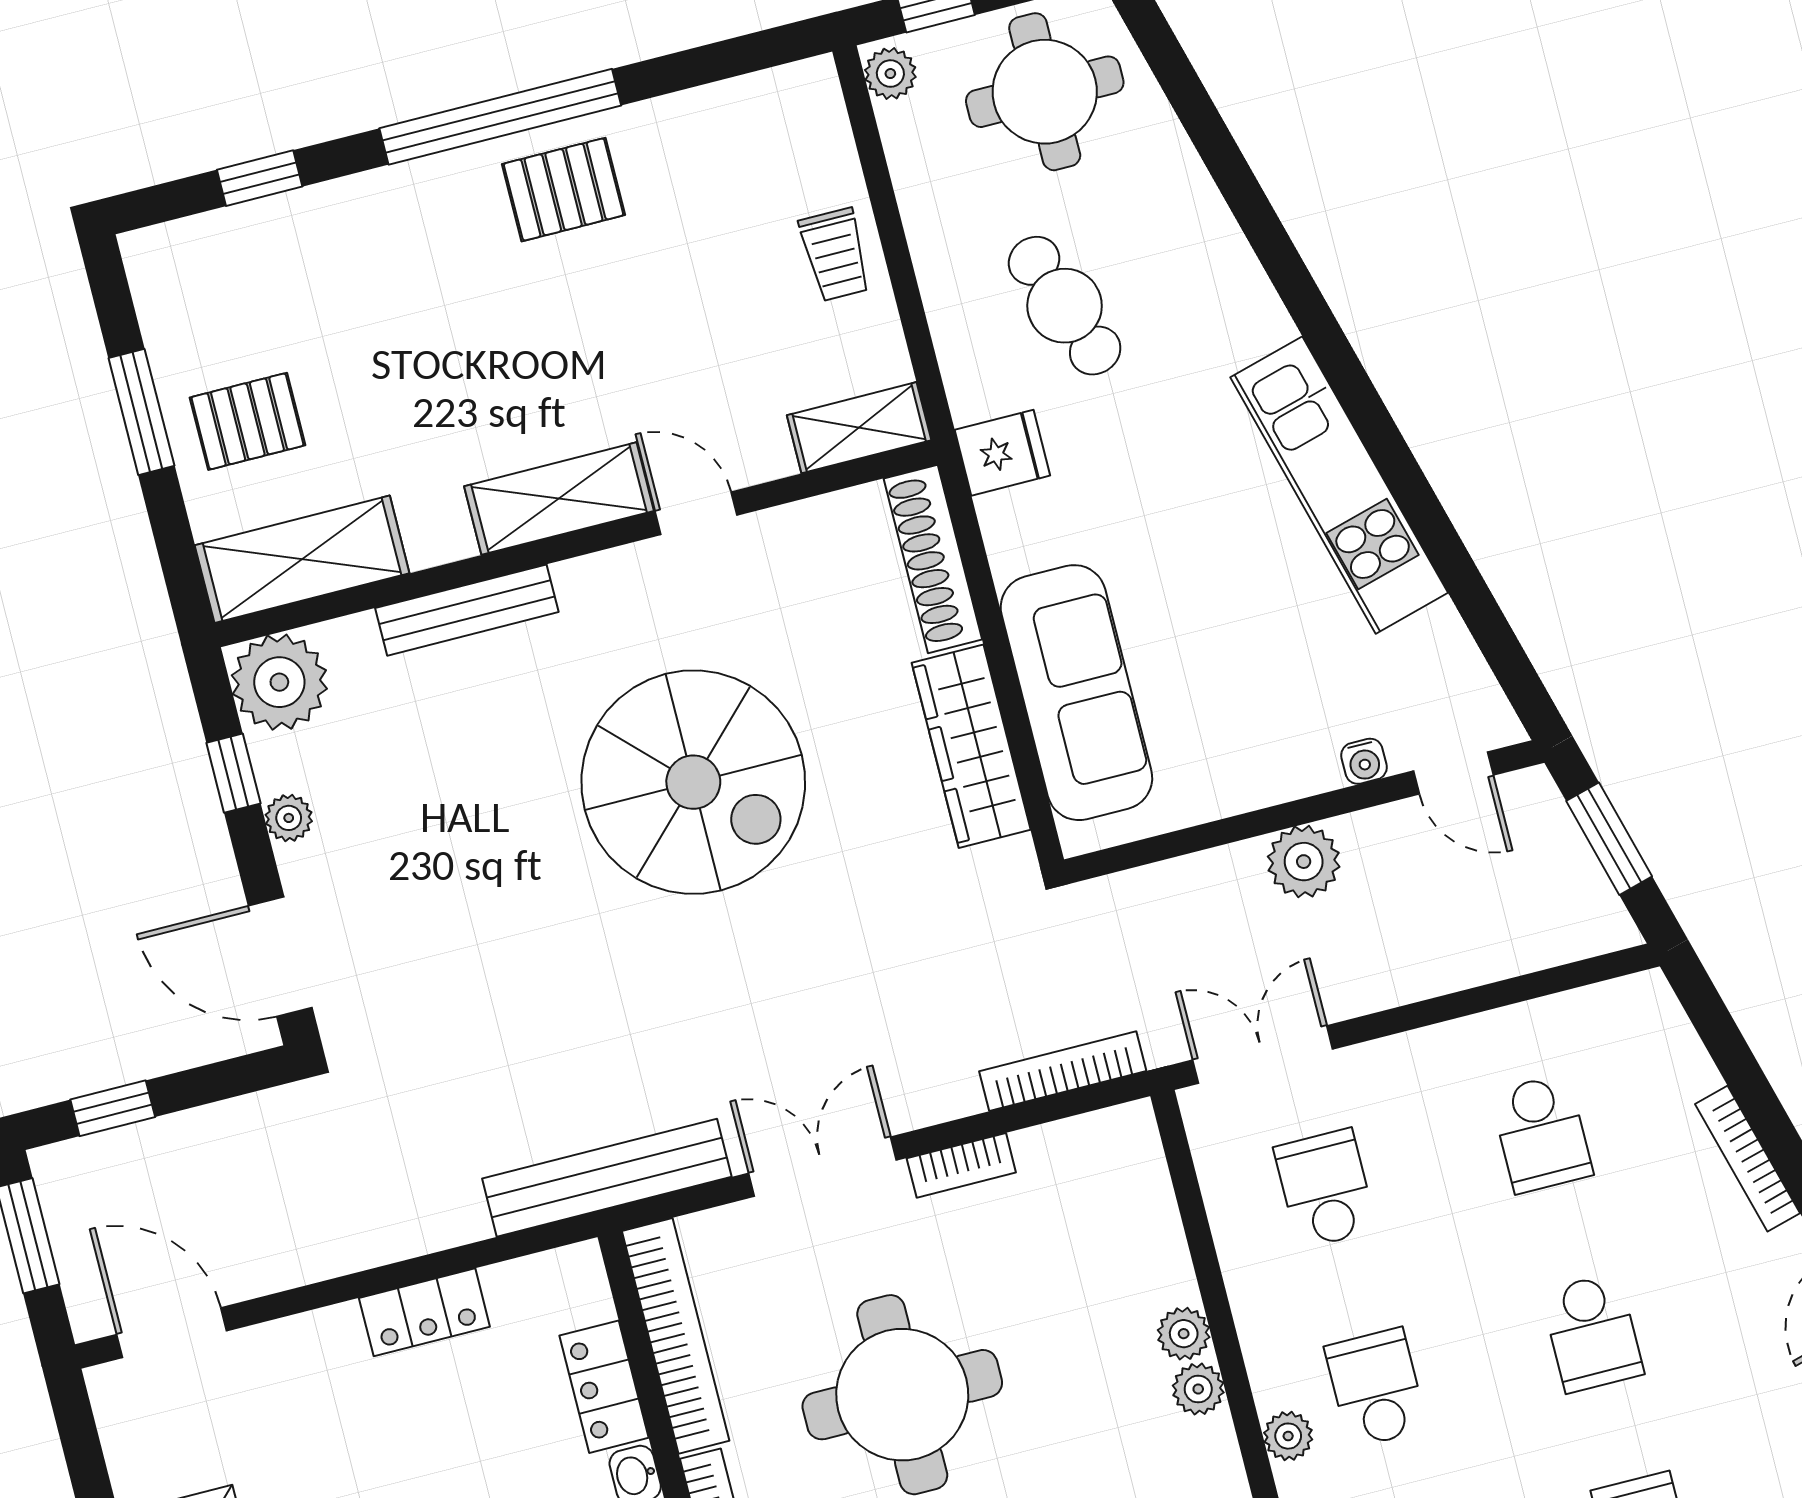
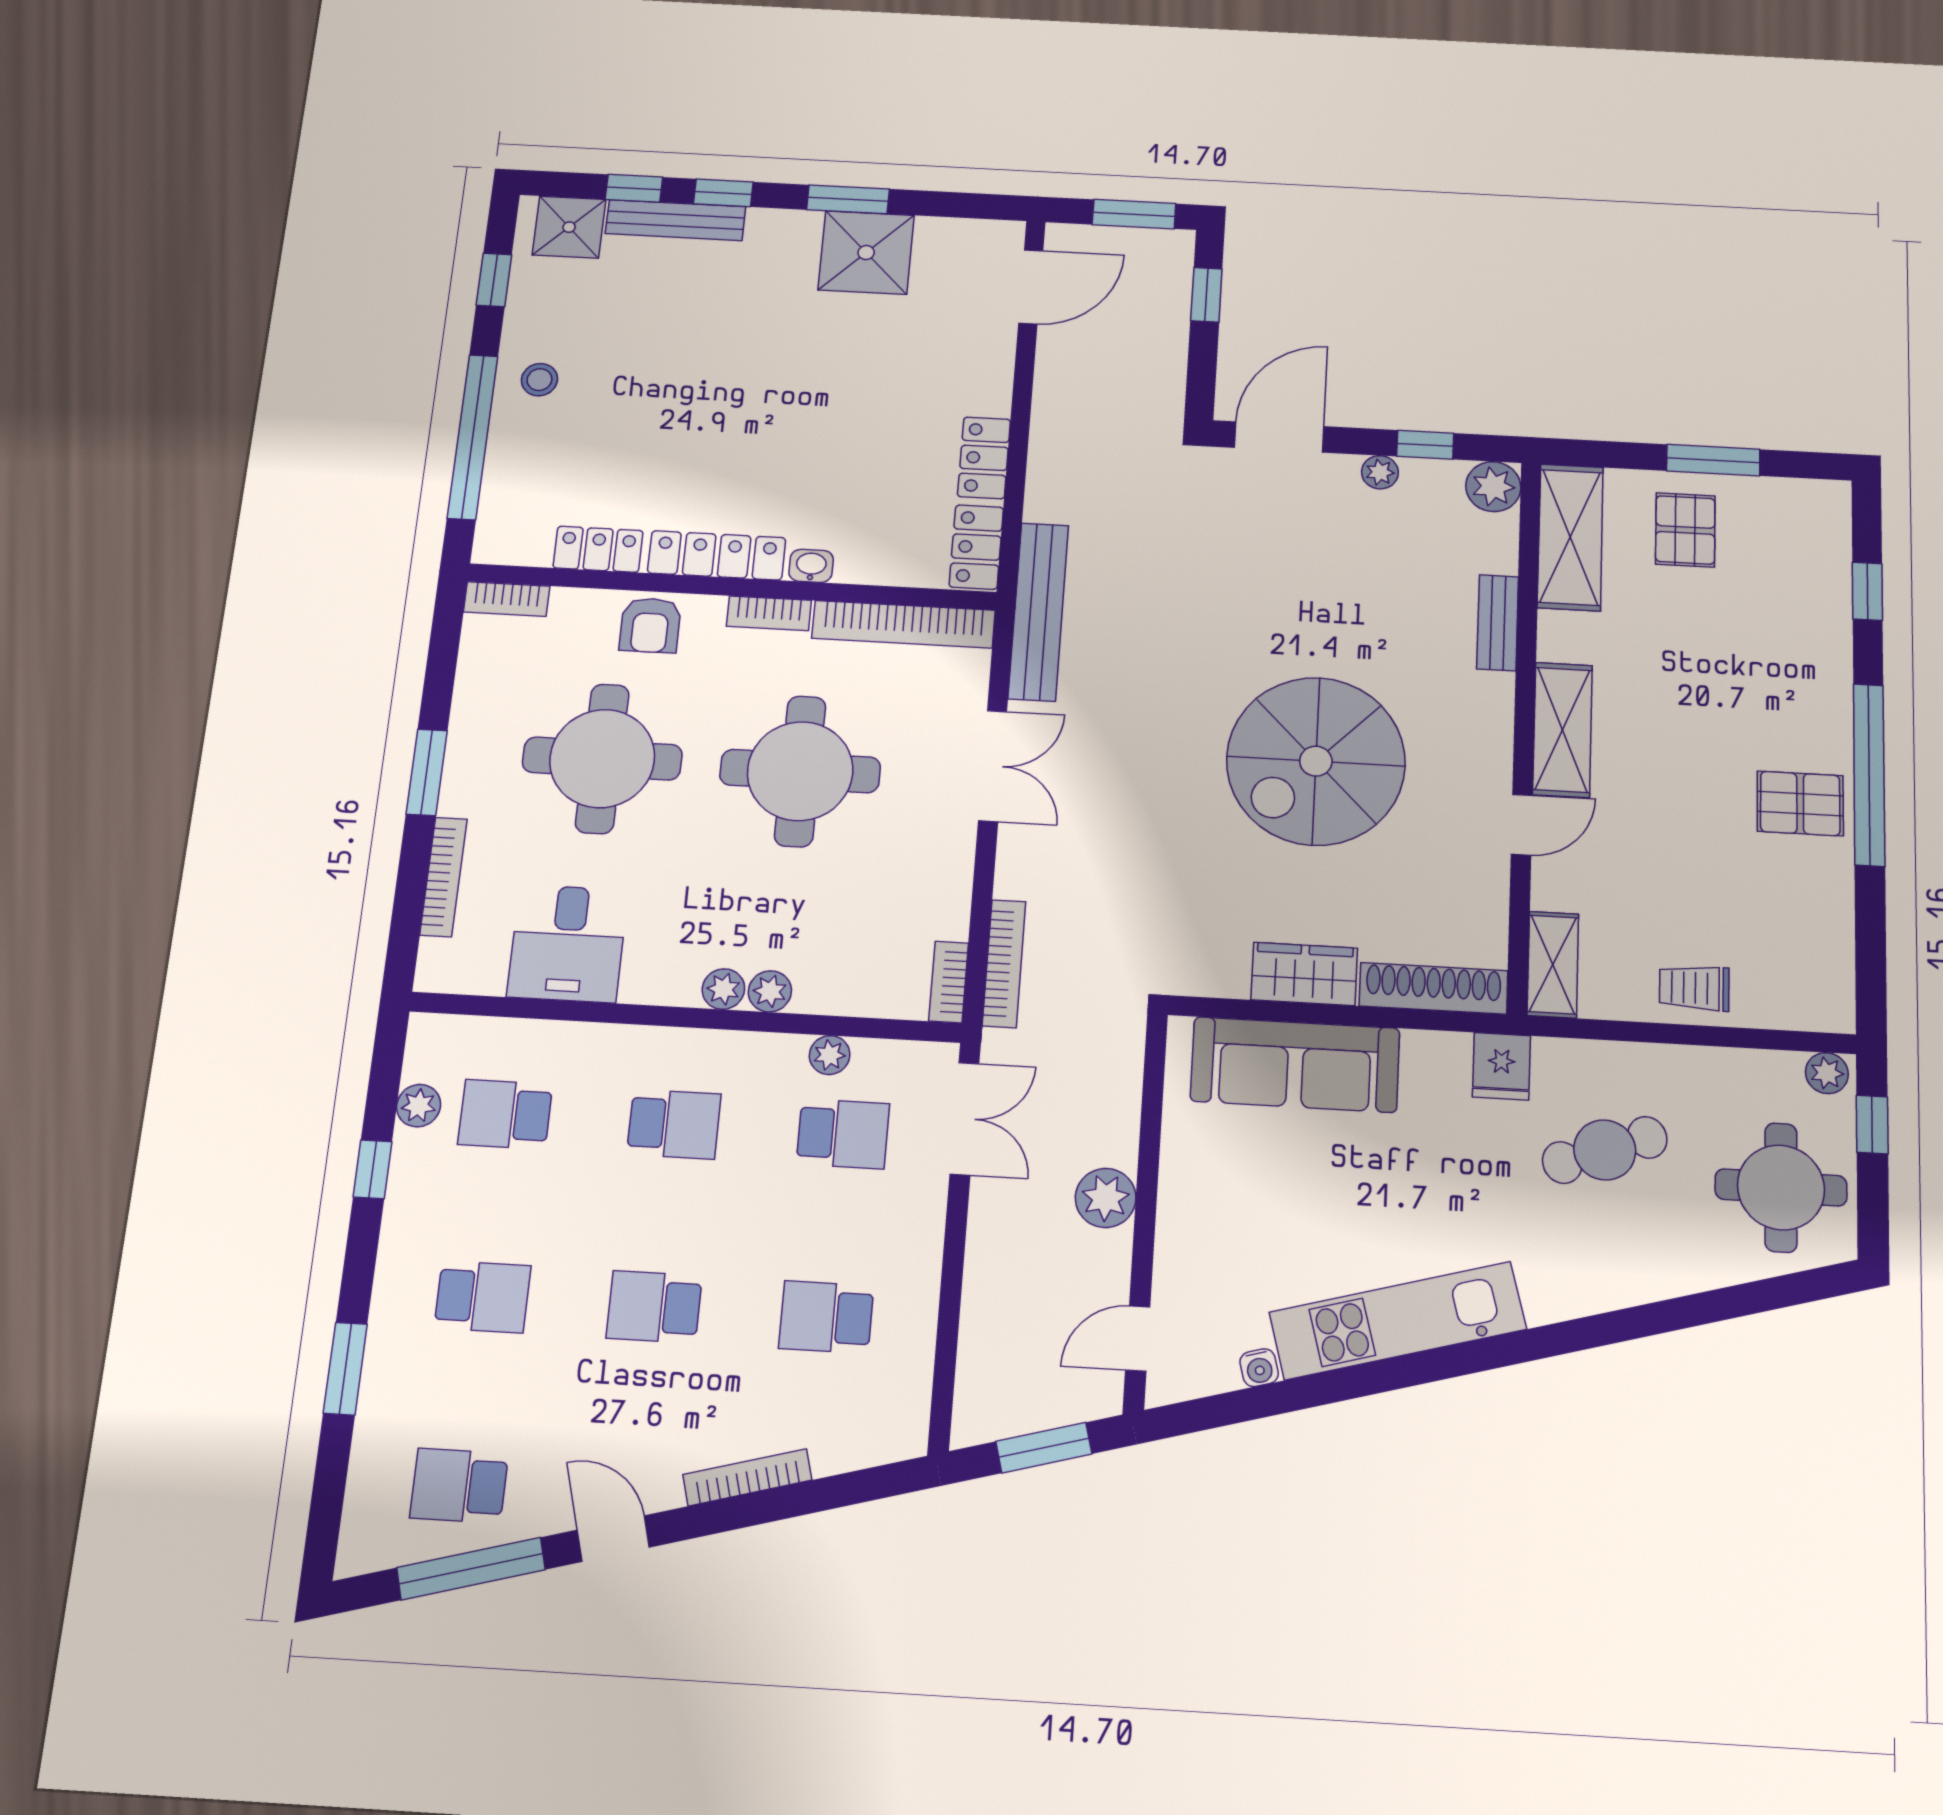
pallet: (564, 190) -> (1800, 803), turned 90
bench: (467, 610) -> (1498, 623), width x0.73
plant: (279, 682) -> (1493, 487), width x0.73, depth x0.73
wardrobe: (971, 746) -> (1304, 974), width x0.67
water cooler: (1364, 761) -> (1259, 1368), moved, turned -105
bookcase: (961, 1165) -> (949, 982), moved
locker: (604, 1387) -> (976, 547), moved, turned -90
plant: (1288, 1436) -> (830, 1055), moved

